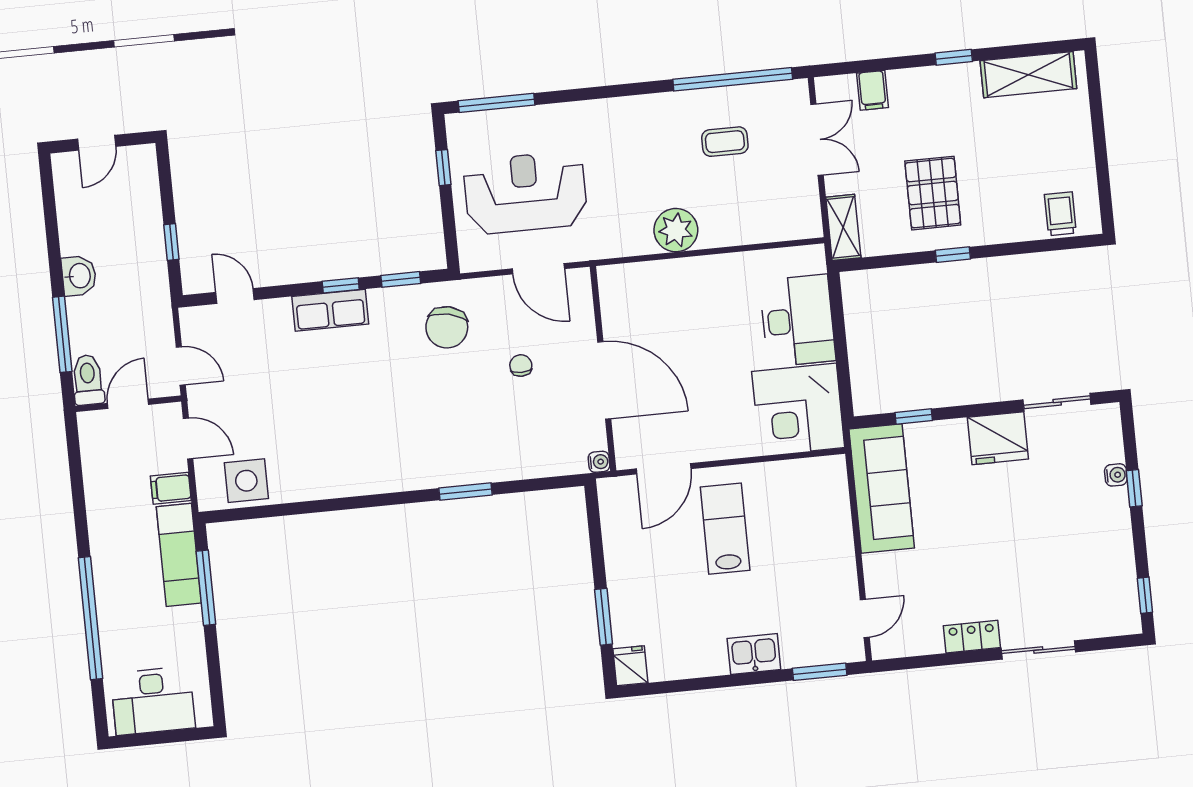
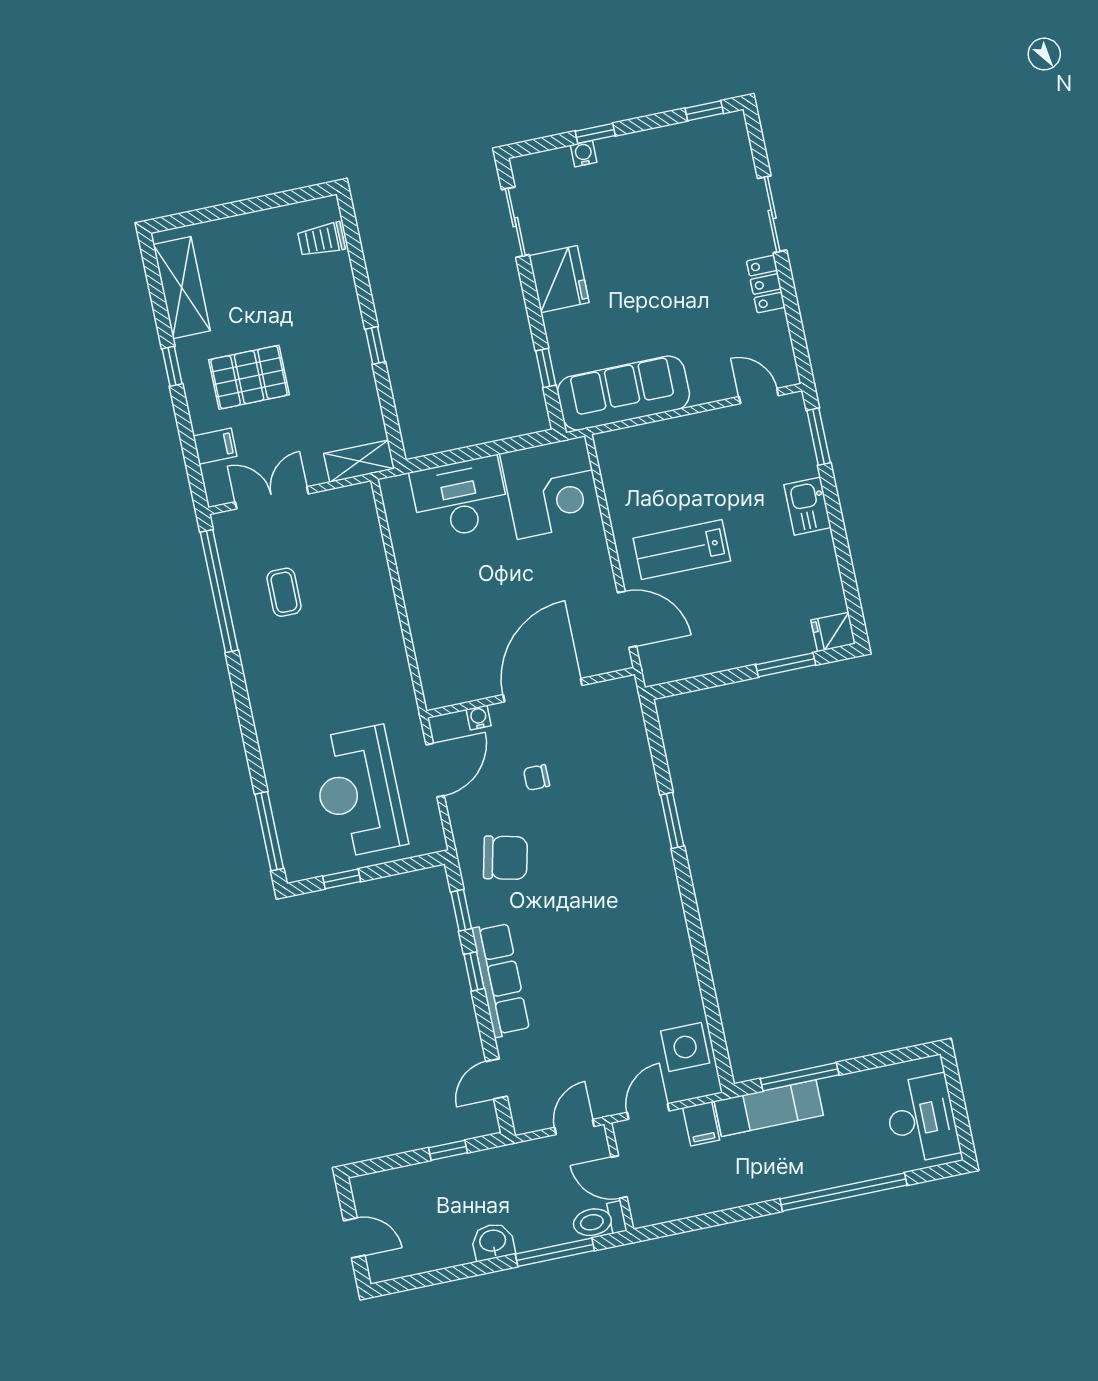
pallet: (933, 193) -> (249, 377), moved
plant: (676, 230) -> (380, 633), removed
row of seats: (330, 310) -> (501, 979), width x1.48
water cooler: (599, 462) -> (479, 718), moved

